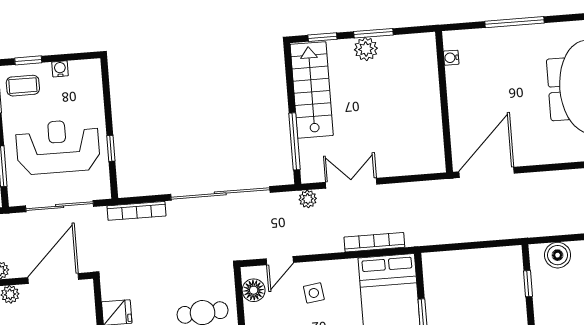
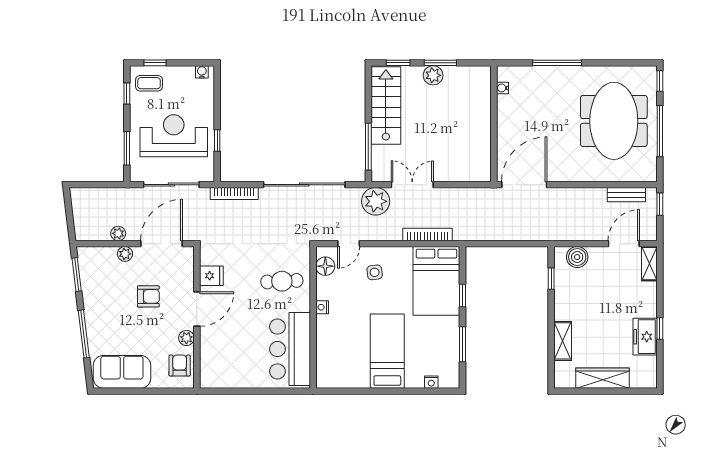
water cooler: (60, 69) -> (202, 72), moved
plant: (308, 199) -> (376, 201), width x1.88, depth x1.88

